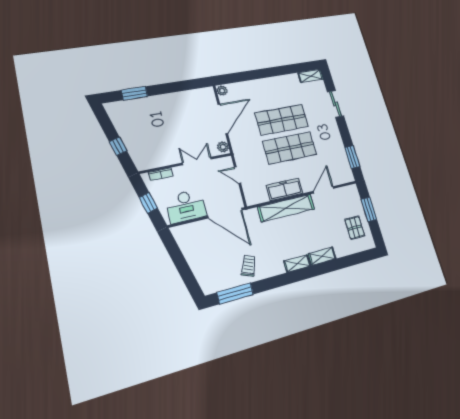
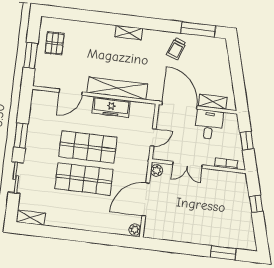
window: (352, 157) -> (21, 135), moved
door: (237, 175) -> (153, 137), hinge flipped
desk: (186, 206) -> (209, 125), width x0.73
shelving: (322, 256) -> (213, 102), moved

